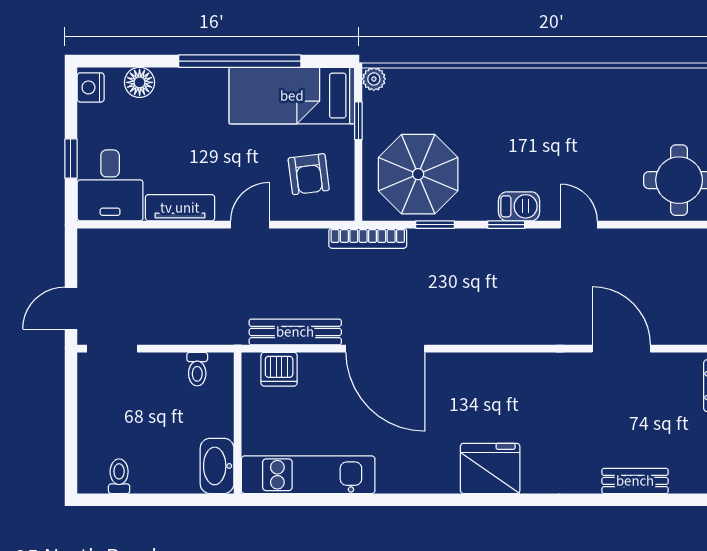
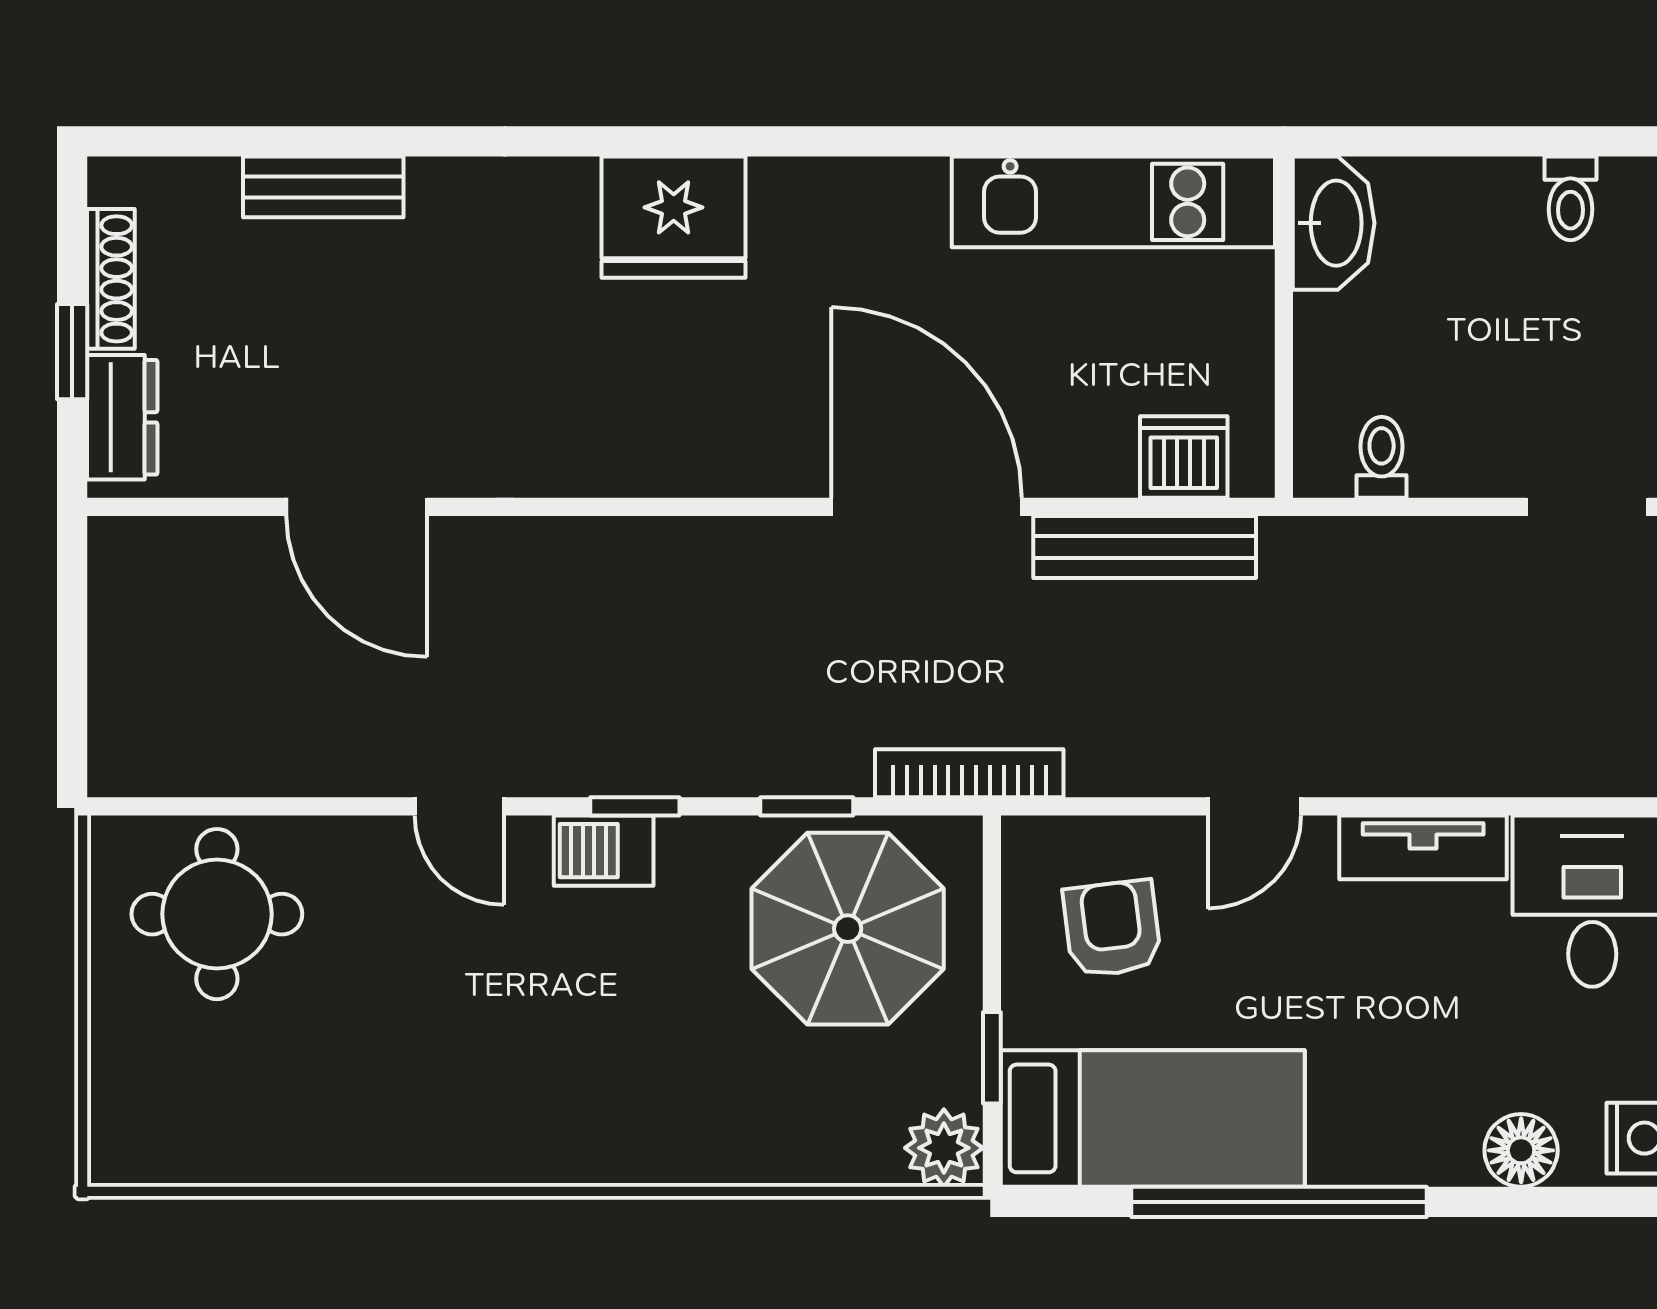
plant: (374, 79) -> (944, 1148), width x1.38, depth x1.38

